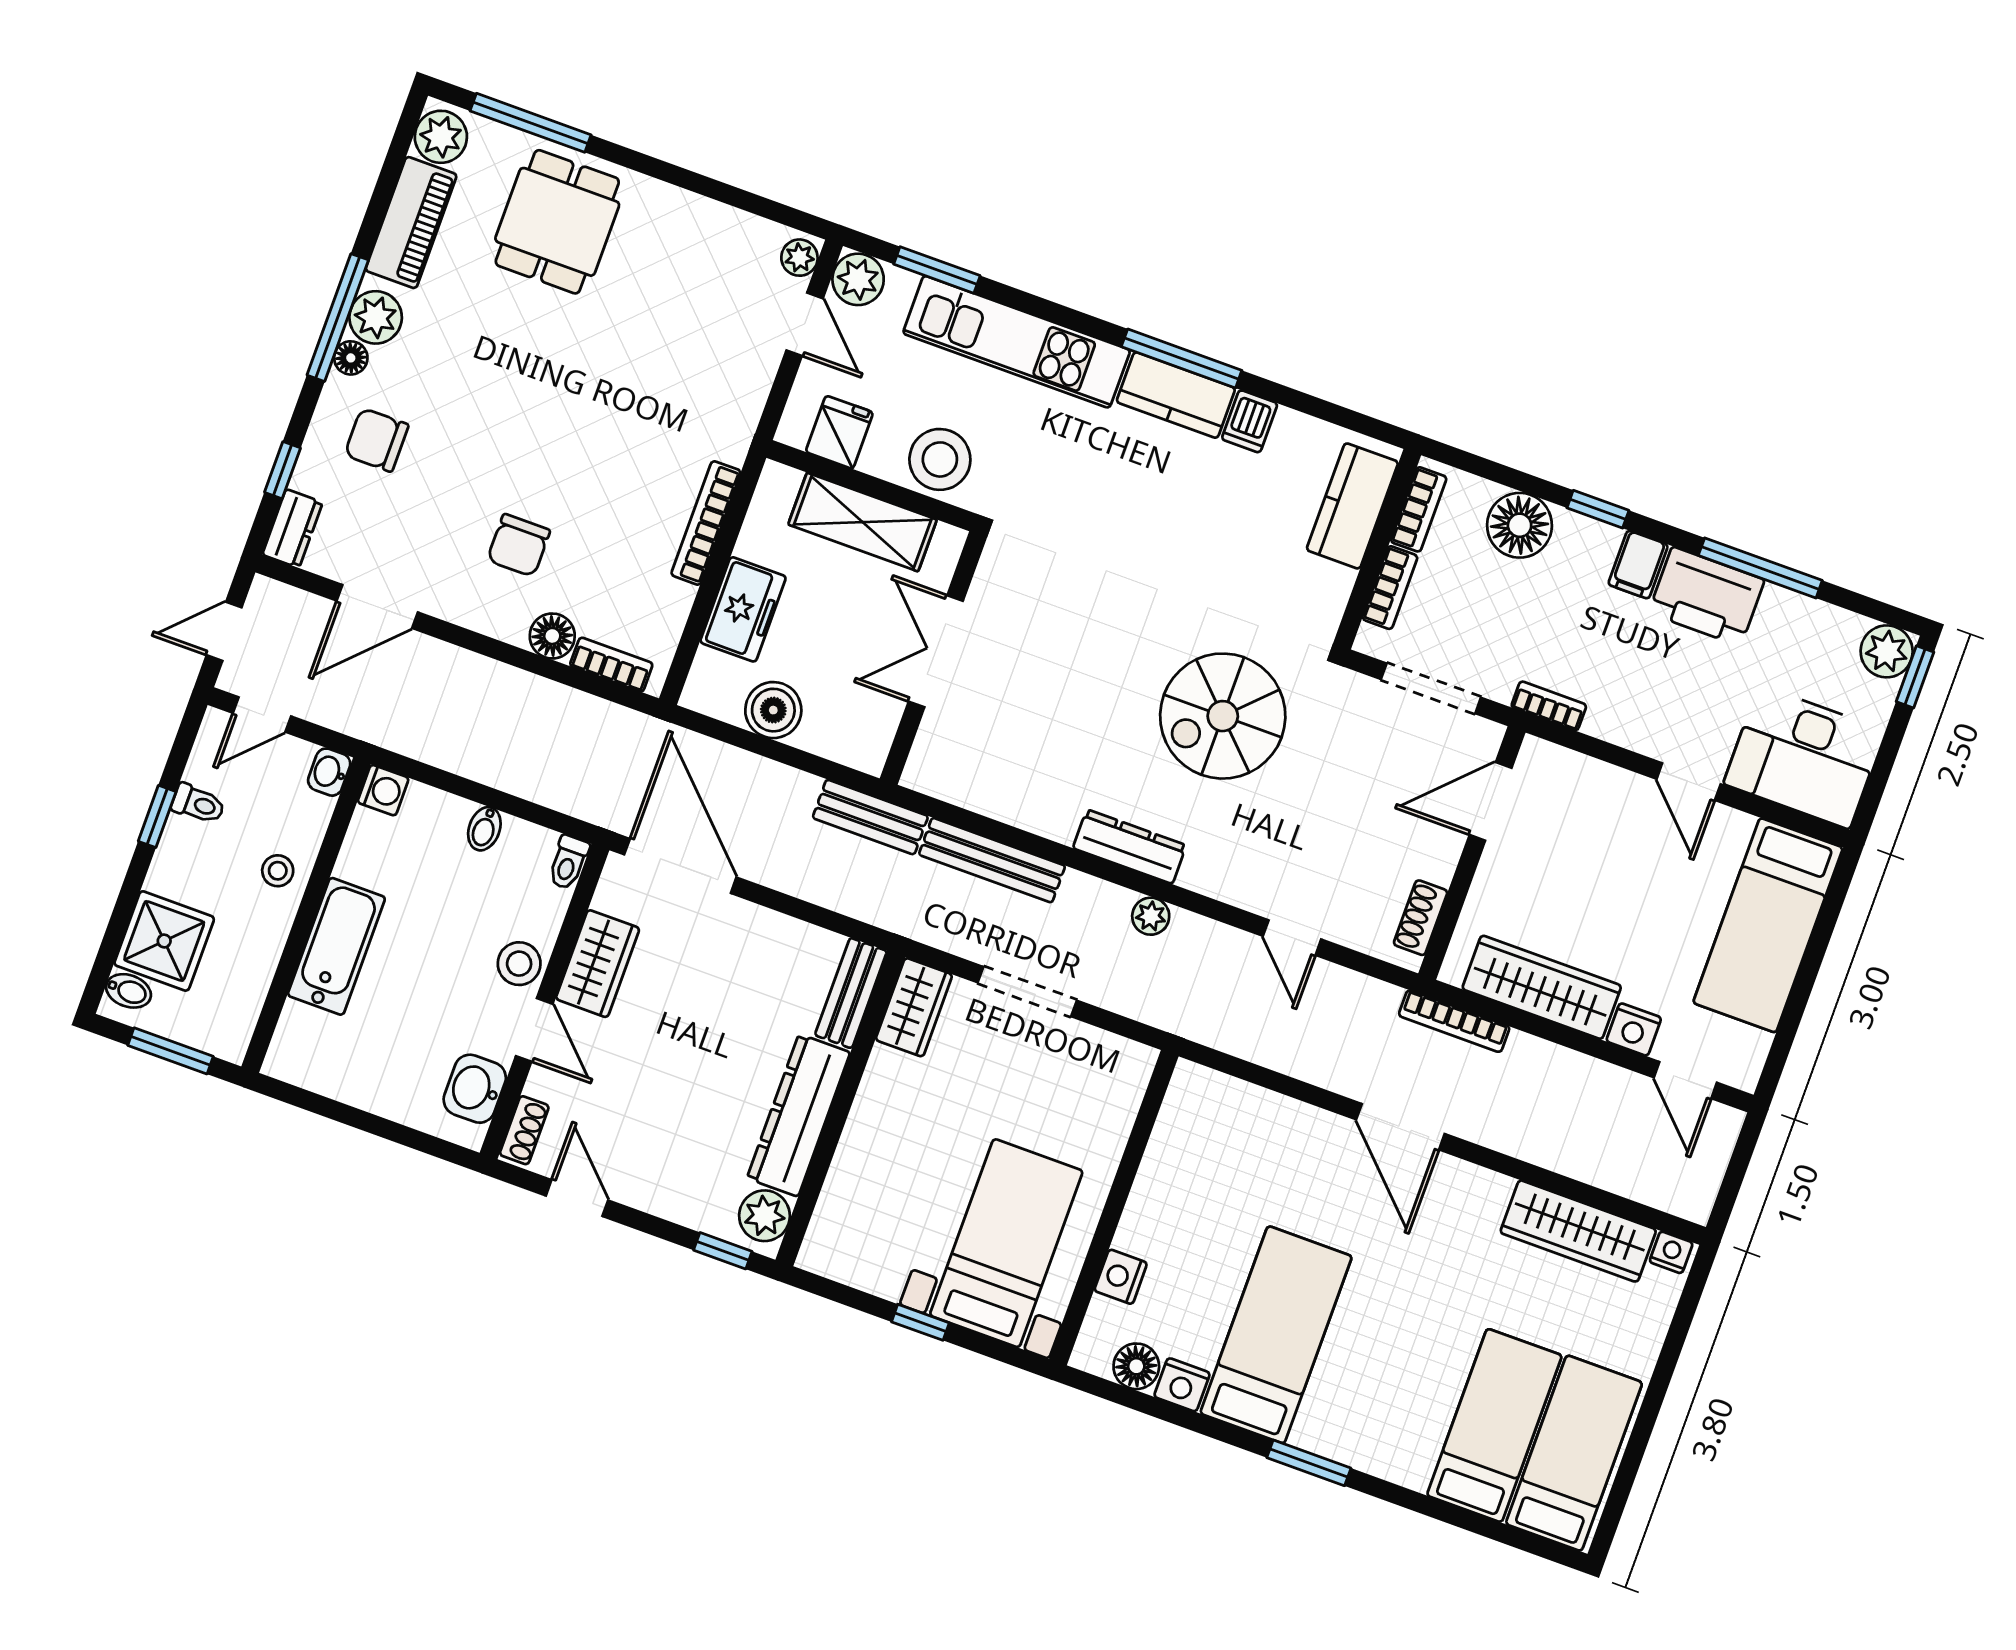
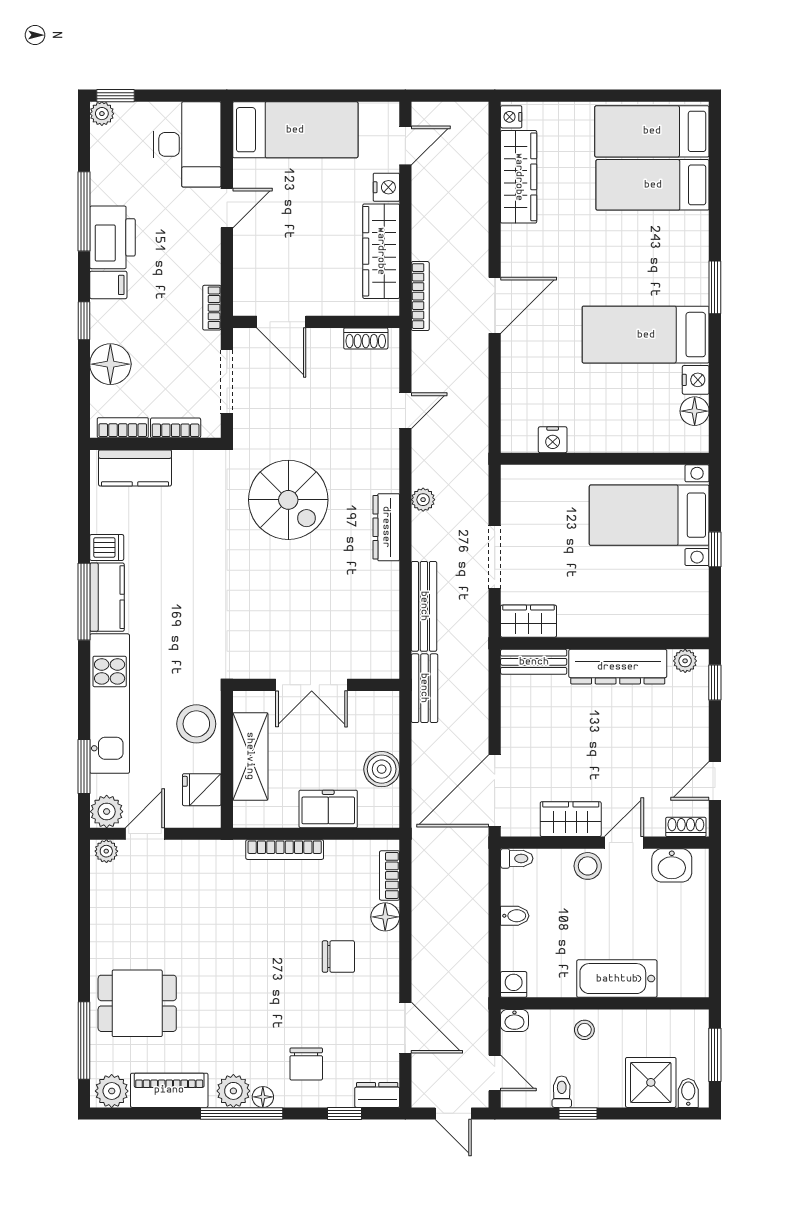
plant: (1887, 651) -> (102, 114), width x0.73, depth x0.73
plant: (764, 1216) -> (685, 661), width x0.73, depth x0.73
nightstand: (1121, 1277) -> (553, 440), moved

